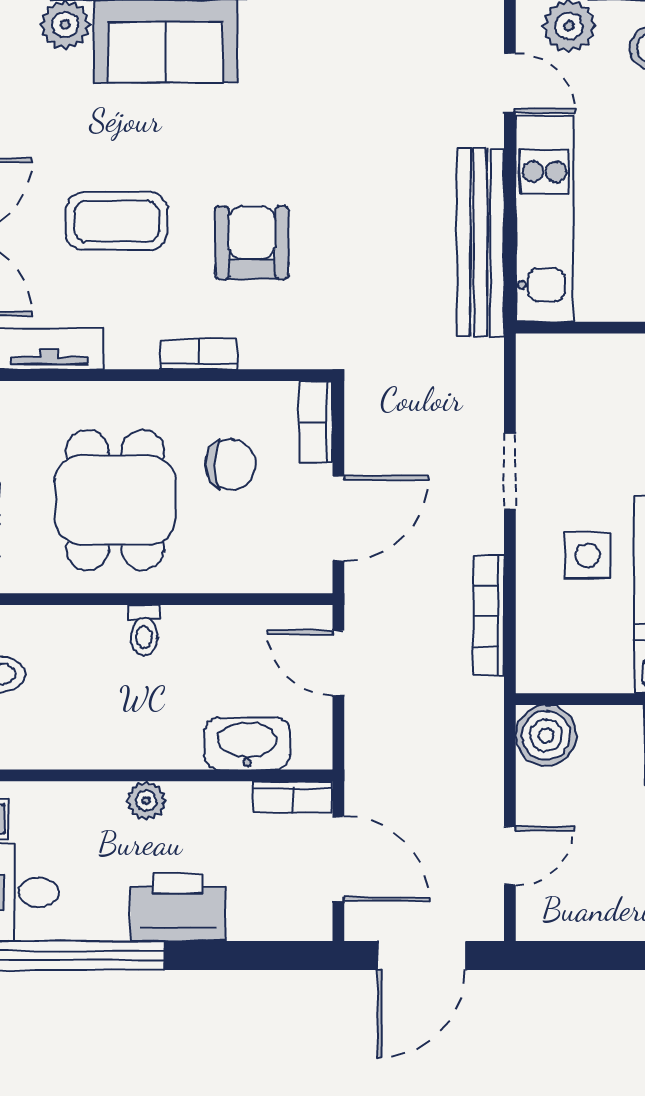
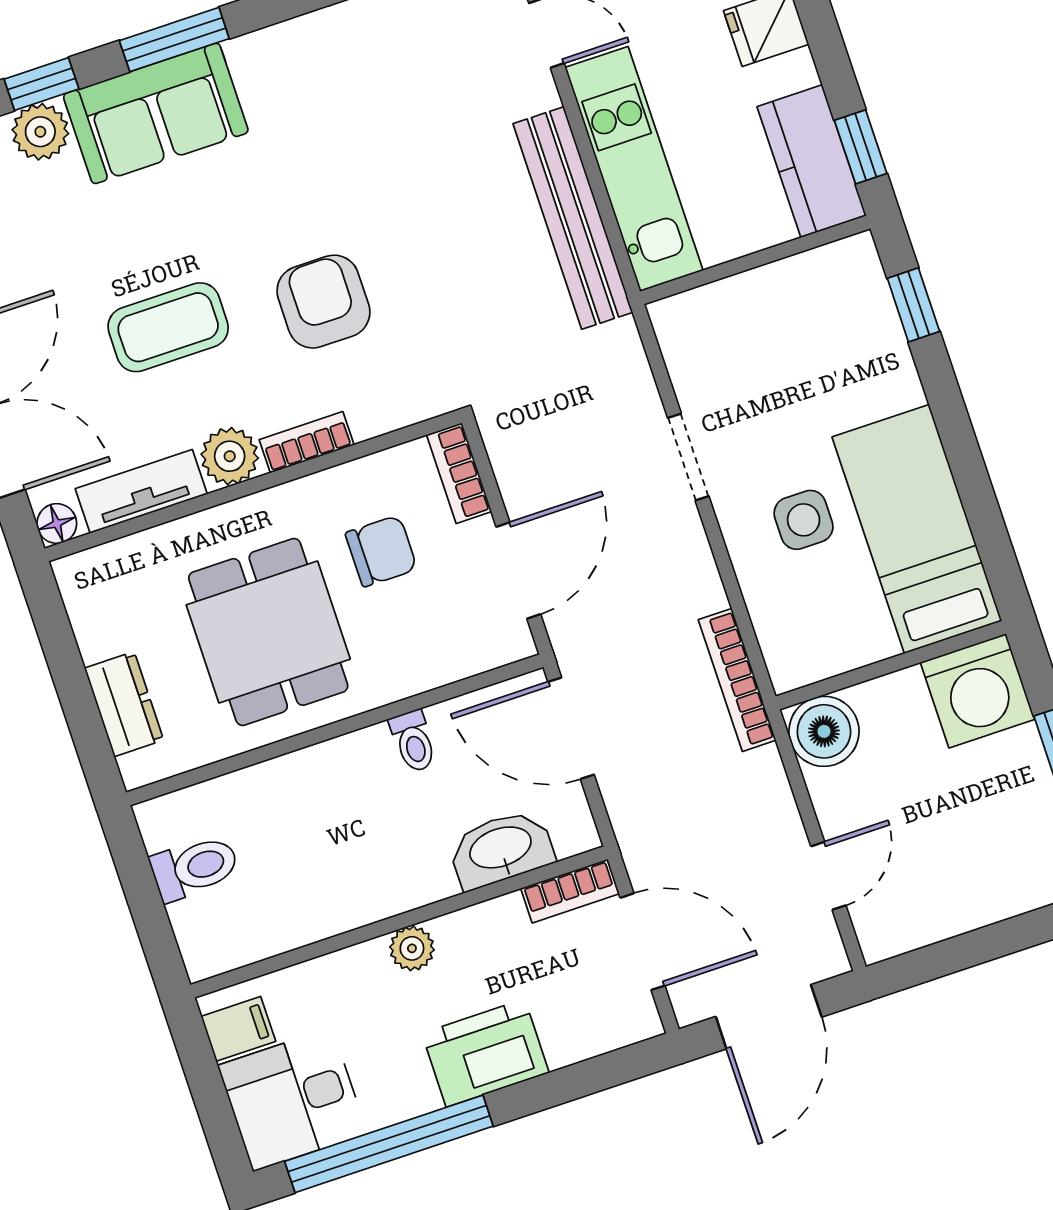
plant: (132, 344) -> (230, 456), added
bookcase: (489, 616) -> (737, 680), moved
toilet: (144, 630) -> (413, 741), moved
door: (338, 663) -> (571, 728), width x1.38

